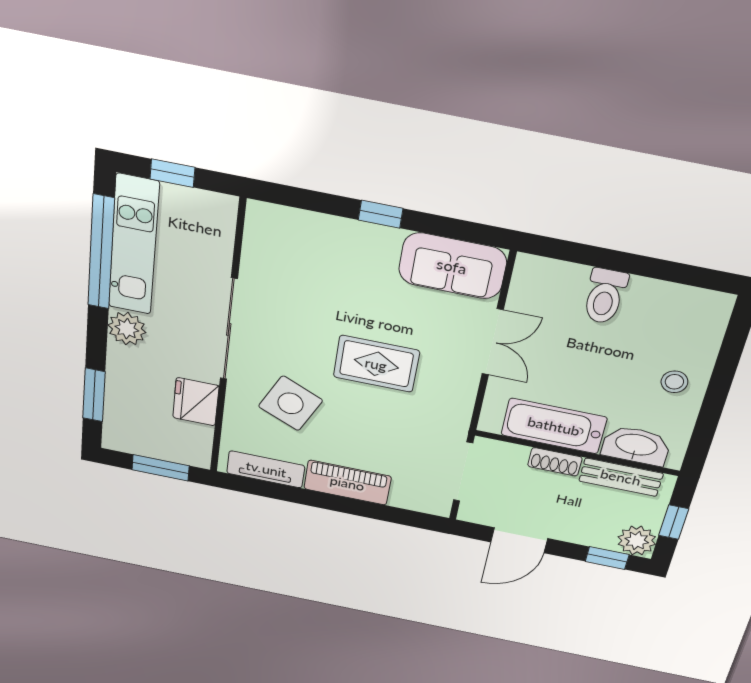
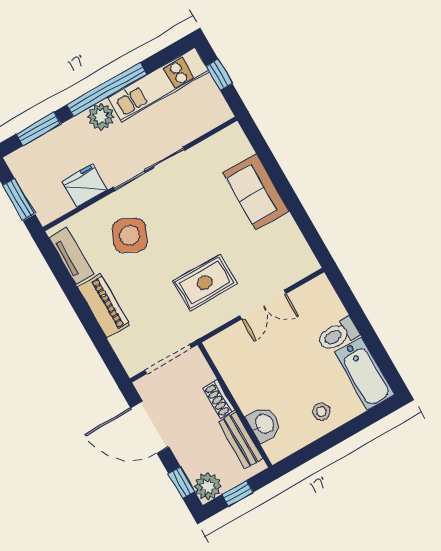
window: (381, 214) -> (286, 191), removed
window: (101, 252) -> (107, 90), moved
sofa: (452, 266) -> (256, 192), moved
rug: (376, 364) -> (205, 283), moved, turned 90
bathtub: (554, 426) -> (365, 373), moved, turned 180
washbasin: (636, 446) -> (264, 424), width x0.72
door: (519, 540) -> (150, 427), width x1.36

